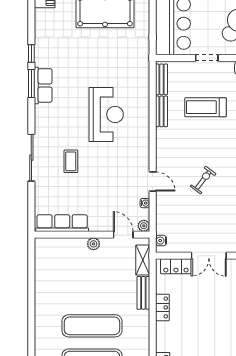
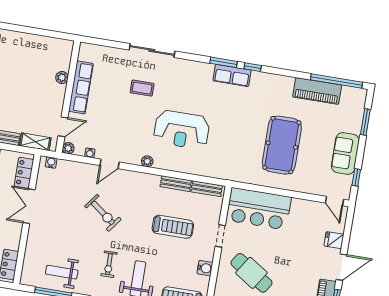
row of seats: (43, 85) -> (232, 75), moved
treadmill: (205, 107) -> (173, 227), turned 90
plant: (144, 144) -> (147, 161), added
exercise bike: (203, 180) -> (103, 213), width x1.38, depth x1.39
row of seats: (62, 223) -> (81, 87), moved
plant: (93, 244) -> (62, 78), moved

